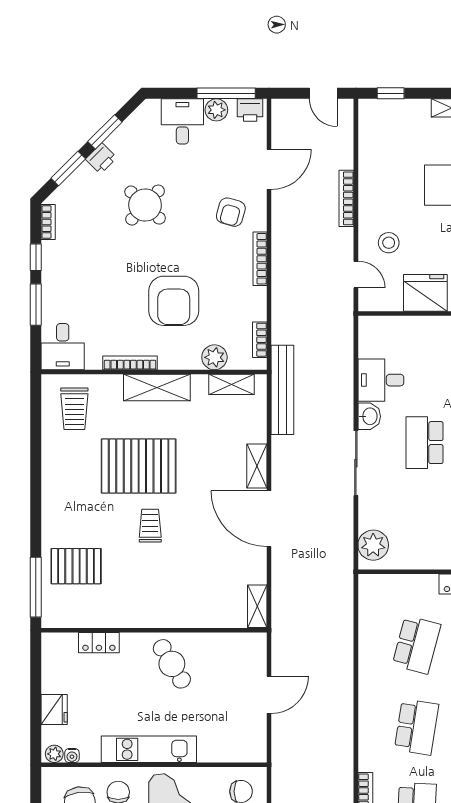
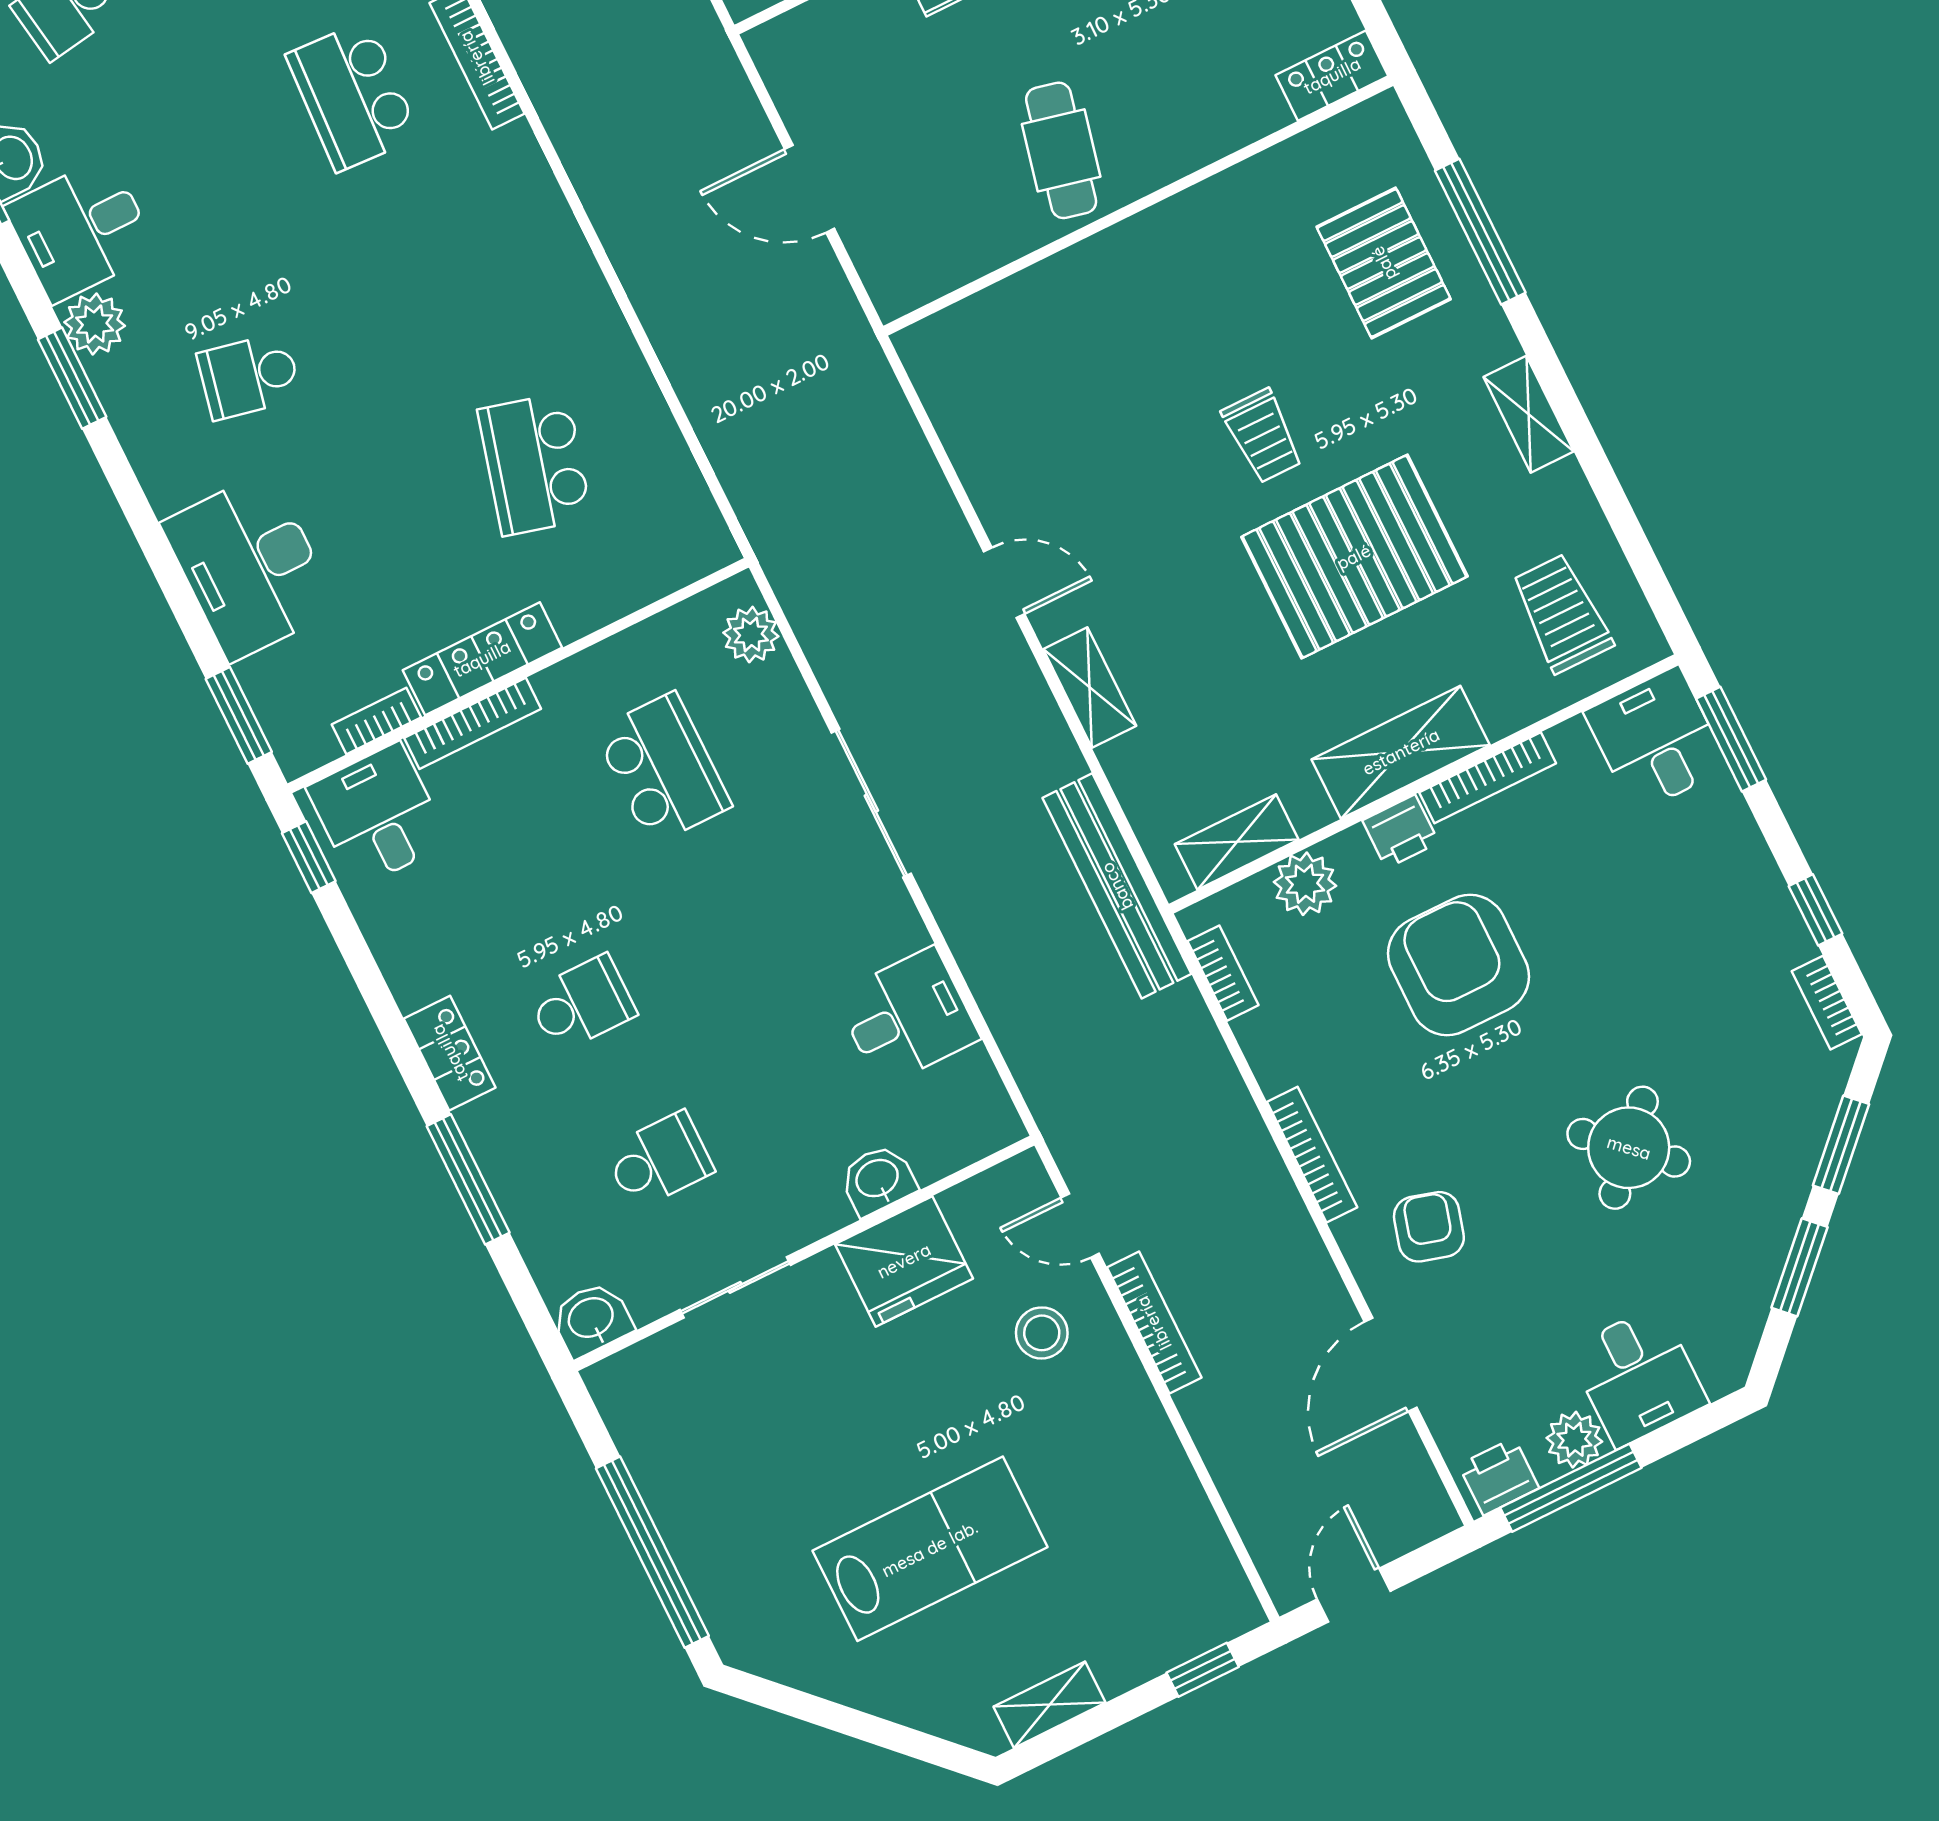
door: (323, 93) -> (1354, 1595), hinge flipped
printer: (101, 158) -> (1401, 832), moved, turned -135
bookcase: (346, 198) -> (1154, 1323), moved
window: (36, 305) -> (1731, 739), moved
washbasin: (369, 416) -> (878, 1180), moved, turned 90
school desk: (425, 443) -> (663, 768), moved
door: (269, 519) -> (1004, 583), width x0.53
plant: (373, 545) -> (751, 635), width x0.73, depth x0.73
pallet: (76, 566) -> (1384, 263), turned 90
window: (36, 587) -> (1480, 232), moved
shelving: (257, 606) -> (1529, 414), moved
locker: (99, 643) -> (1332, 76), moved
cafe table: (172, 664) -> (1061, 150), turned 44
door: (269, 695) -> (809, 189), hinge flipped
school desk: (417, 727) -> (444, 280), removed

